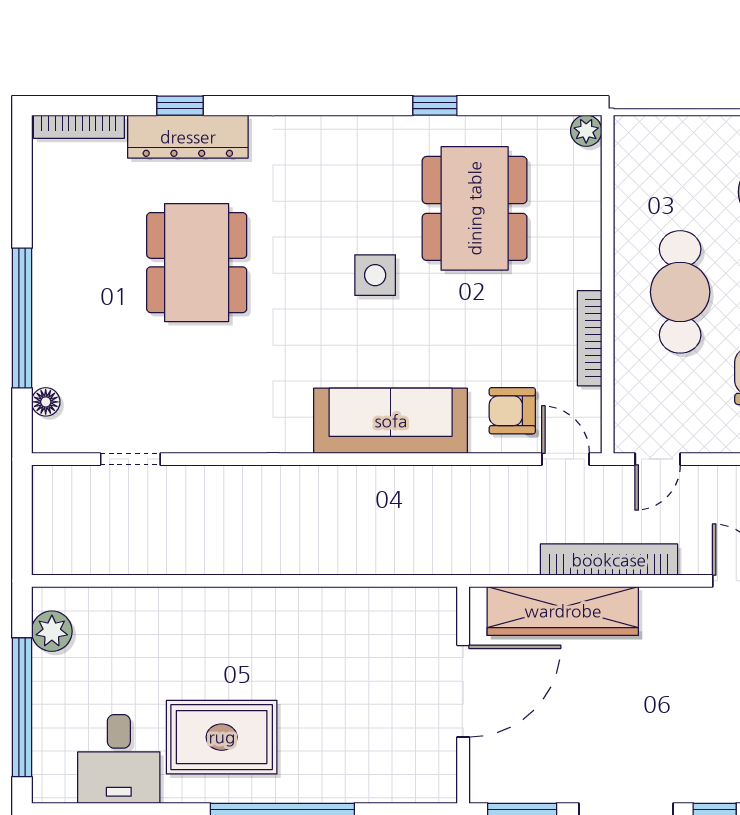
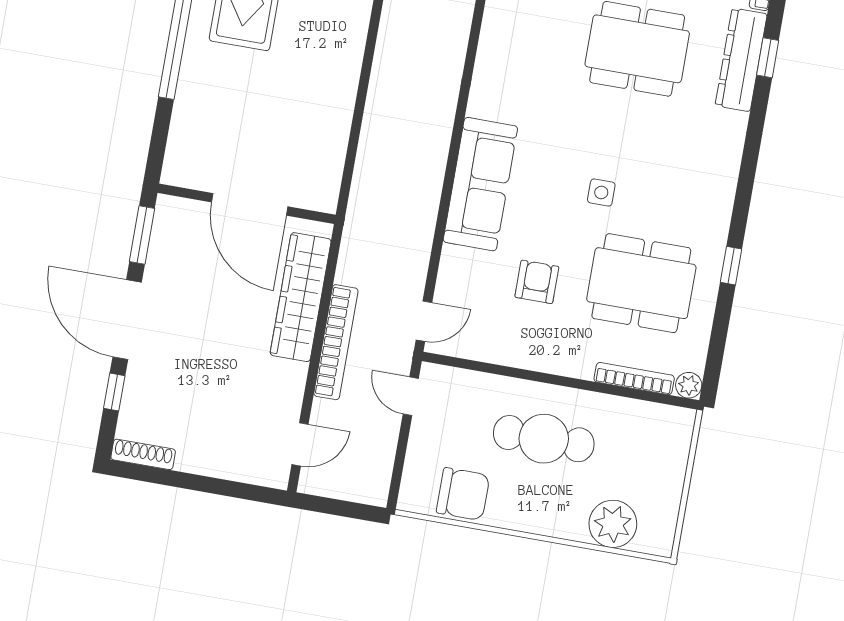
side table: (375, 275) -> (601, 192), width x0.73, depth x0.73
bookcase: (590, 338) -> (634, 379), moved
armchair: (512, 411) -> (537, 282), moved

